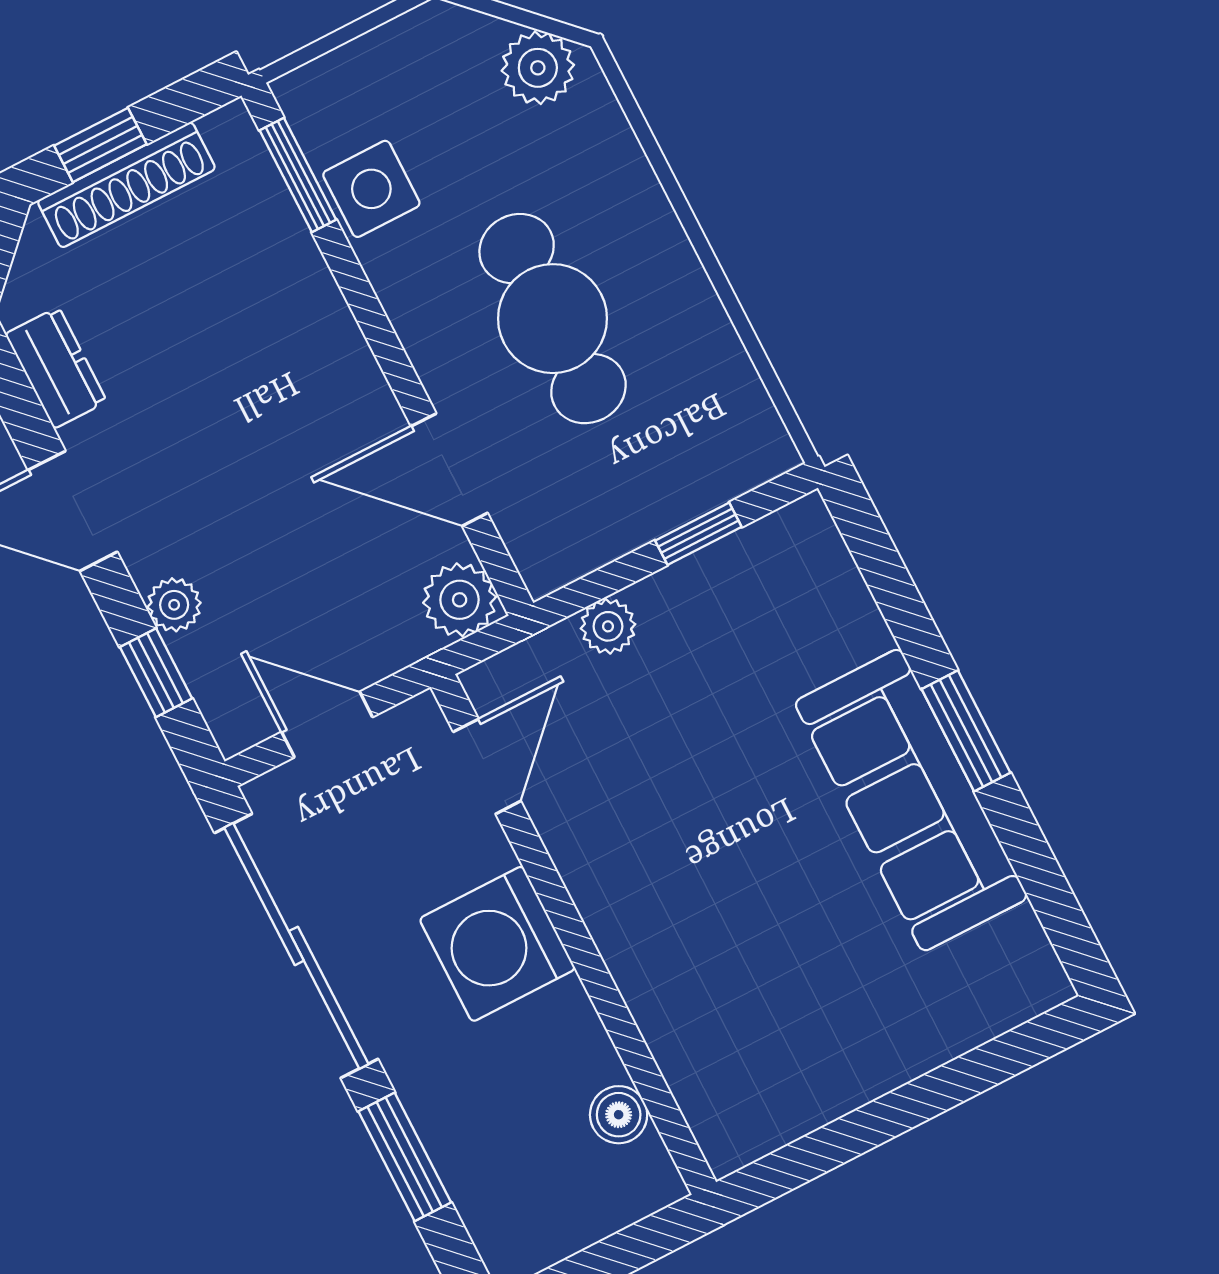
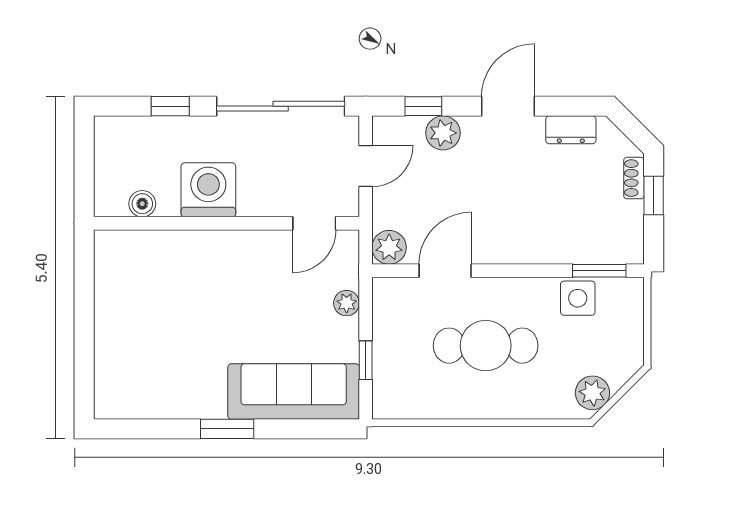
shoe rack: (126, 185) -> (634, 178), width x0.51, depth x0.81
plant: (174, 605) -> (443, 133), width x1.38, depth x1.38
door: (487, 766) -> (314, 223), hinge flipped
sofa: (911, 800) -> (294, 392), moved
washing machine: (497, 944) -> (208, 190), moved
window: (405, 1157) -> (170, 106), width x0.67

